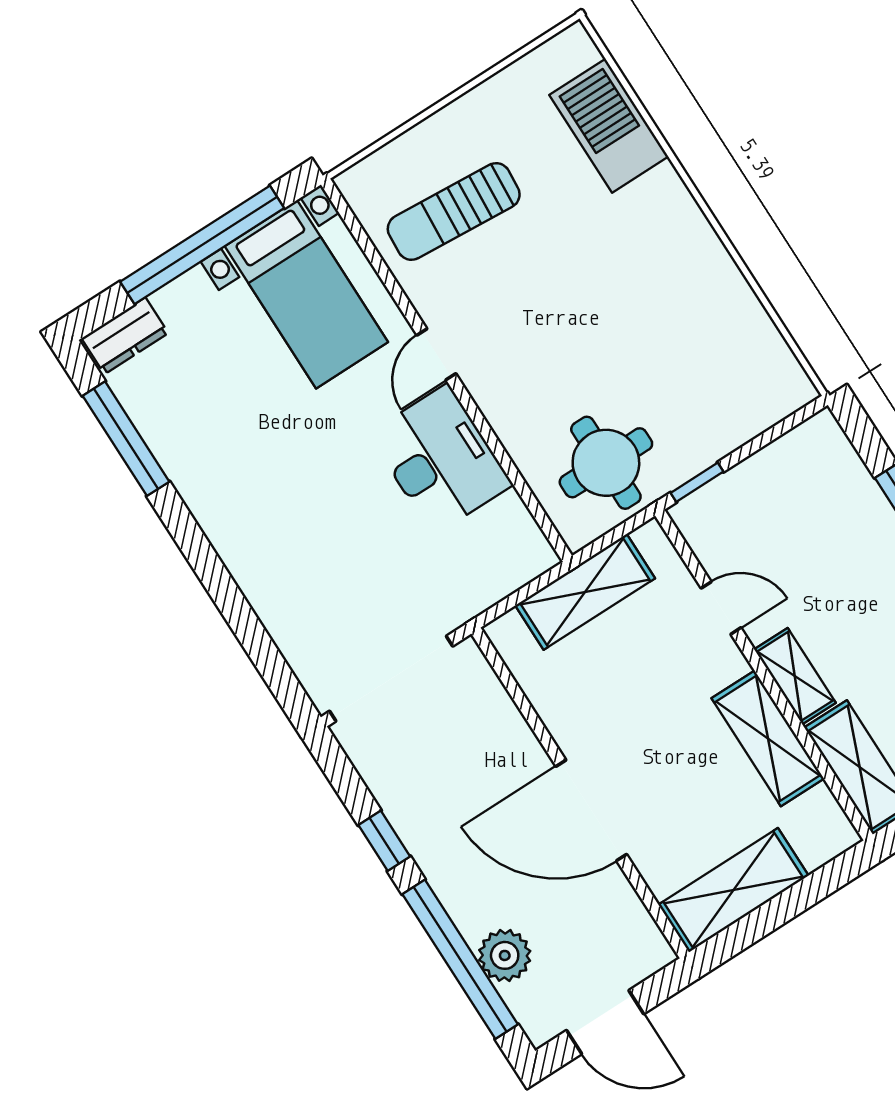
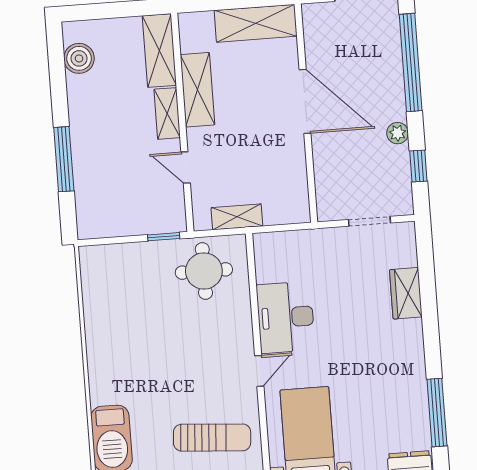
shelving: (585, 592) -> (237, 217), width x0.67, depth x0.75
wardrobe: (274, 597) -> (406, 293), added
doorway: (391, 679) -> (369, 221), width x0.53
window: (384, 841) -> (418, 166), moved
plant: (505, 955) -> (398, 133), moved, width x0.73, depth x0.73

